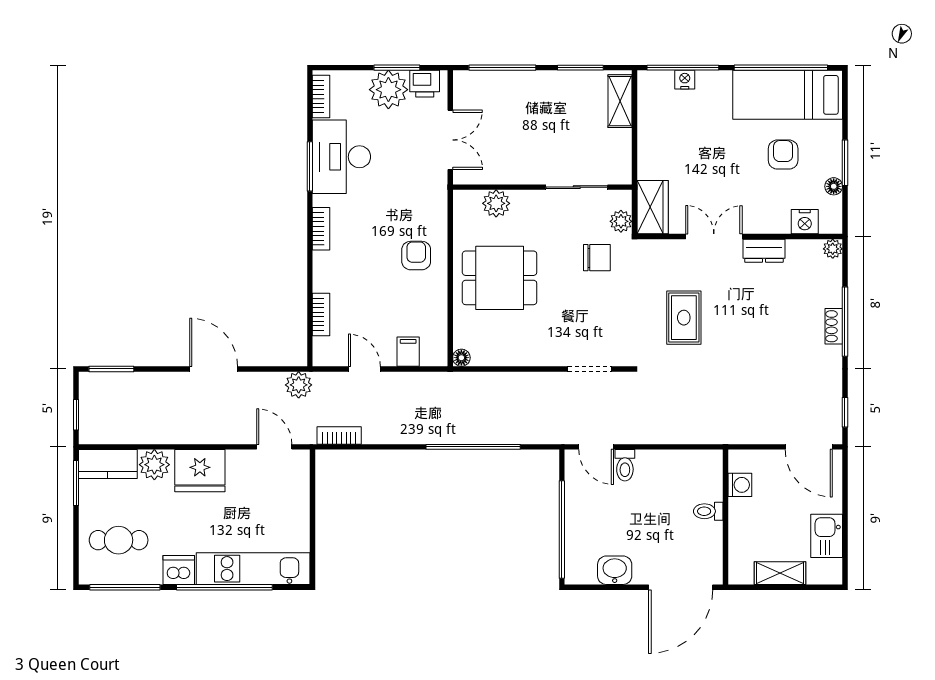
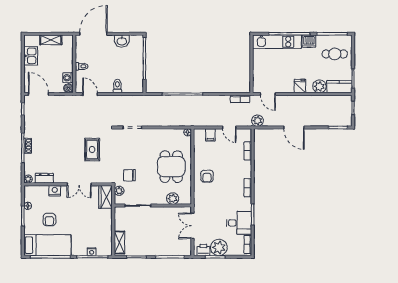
desk: (341, 157) -> (239, 223), width x0.73
nightstand: (805, 222) -> (55, 191), moved
dresser: (764, 251) -> (44, 178), moved
dining table: (500, 278) -> (171, 167), turned 90
door: (596, 447) -> (90, 94), moved
boiler: (739, 460) -> (68, 88), added
fridge: (200, 471) -> (300, 86), width x0.53, depth x0.75

